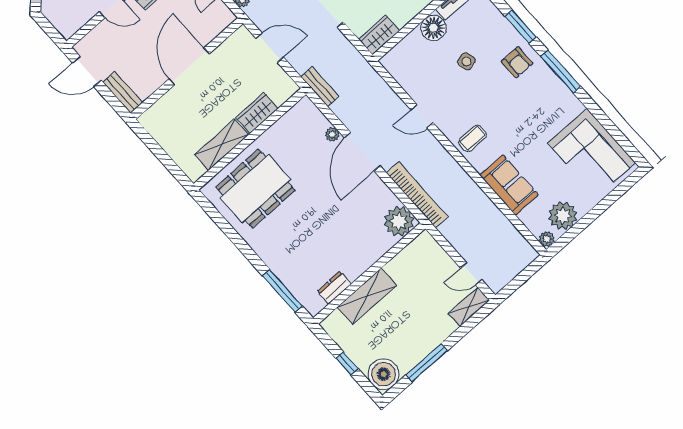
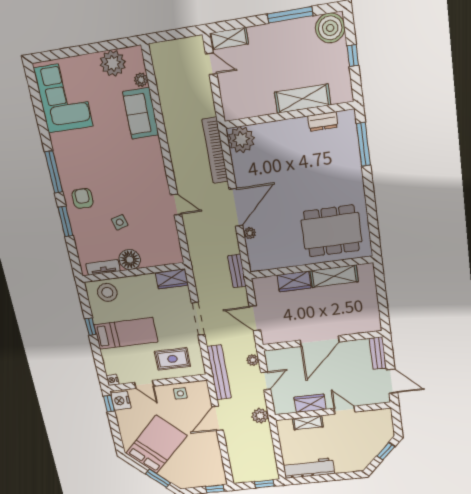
coffee table: (473, 138) -> (148, 165), removed
plant: (547, 239) -> (141, 80), moved

